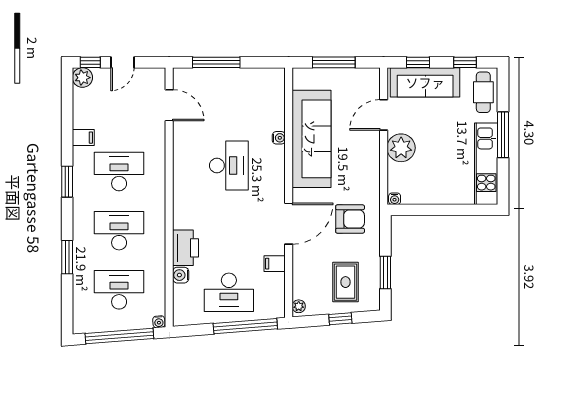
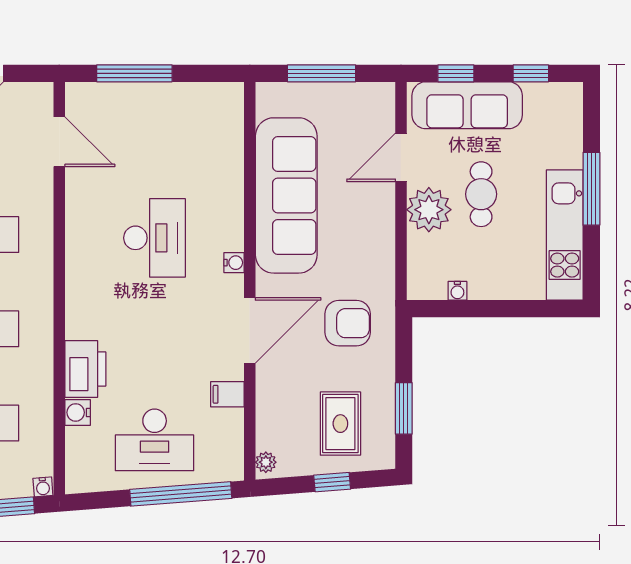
cafe table: (483, 92) -> (481, 194), moved
water cooler: (279, 138) -> (234, 263), moved
water cooler: (395, 199) -> (457, 291), moved

